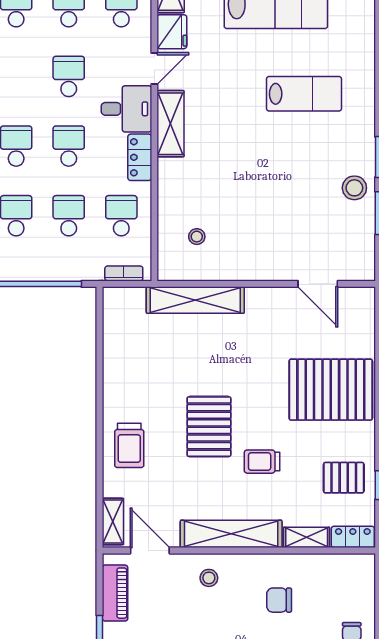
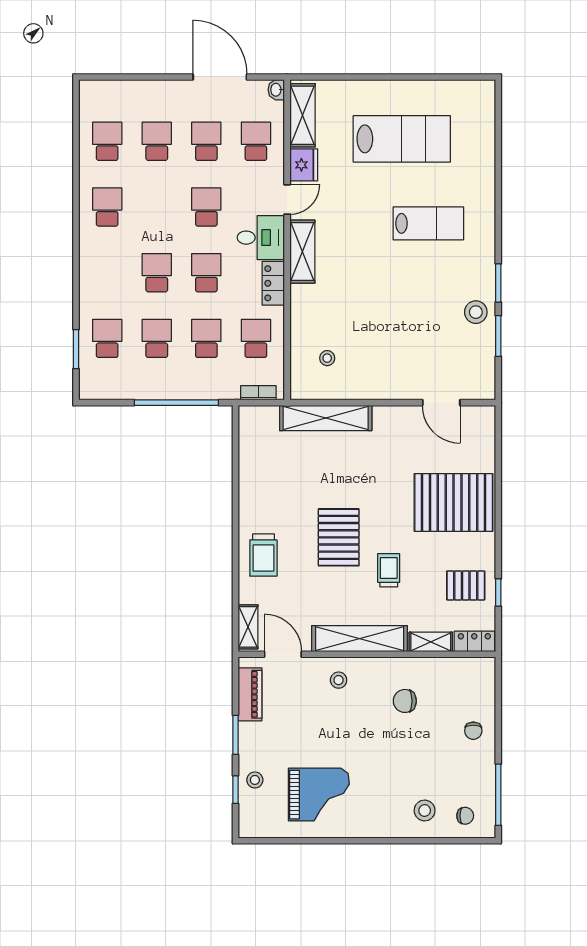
trolley: (262, 462) -> (389, 570), turned 90

